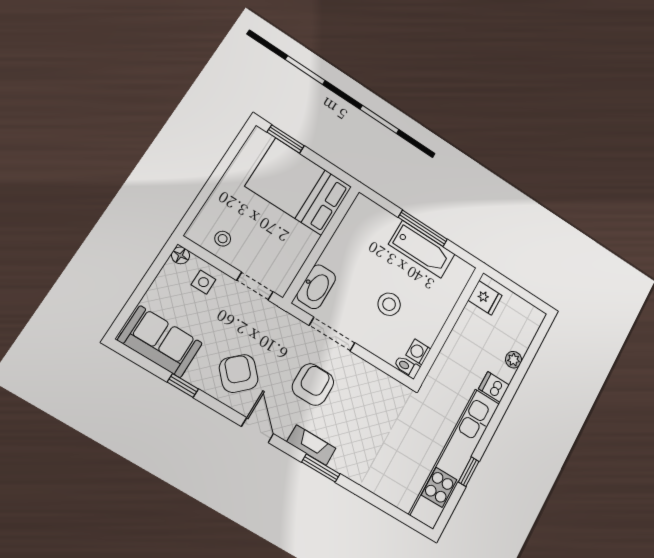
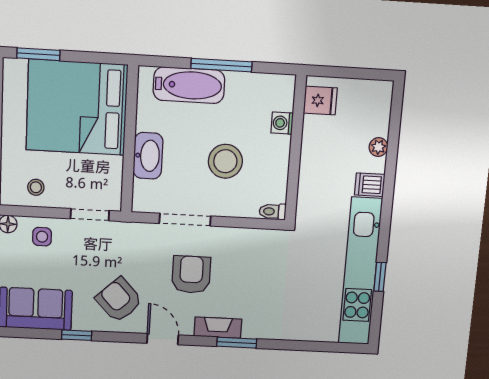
bed: (299, 187) -> (77, 107), width x1.36
bathtub: (422, 249) -> (189, 85), moved
washbasin: (316, 287) -> (148, 156), moved
stool: (389, 304) -> (225, 161), width x1.38, depth x1.38
washing machine: (418, 352) -> (282, 123), moved

